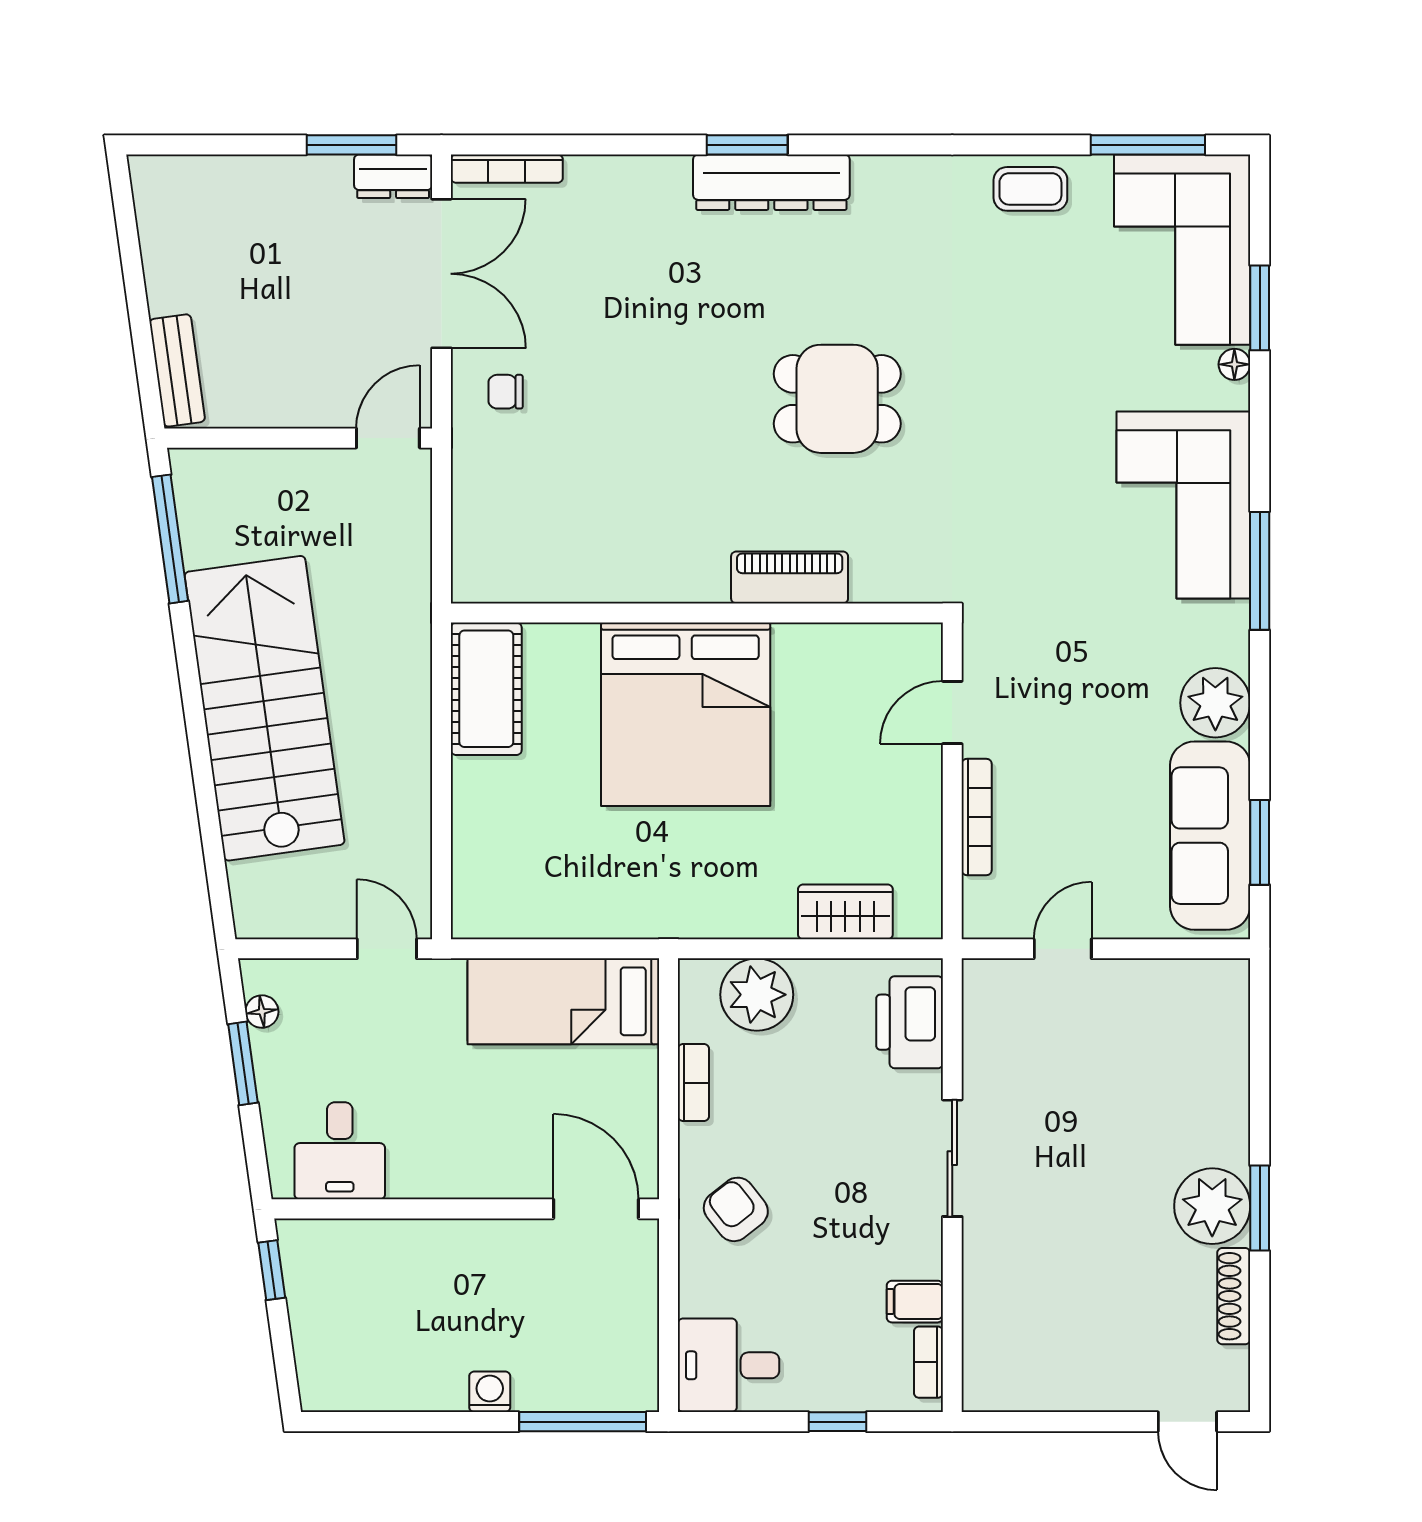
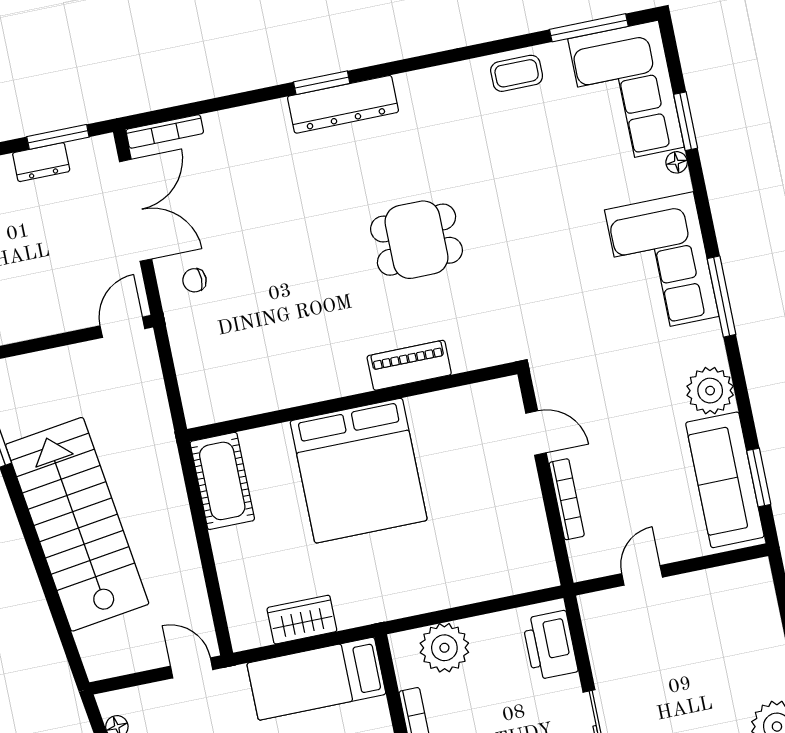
dresser: (393, 176) -> (41, 162), moved
door: (952, 713) -> (536, 433), swing flipped
wardrobe: (845, 912) -> (302, 620), moved

